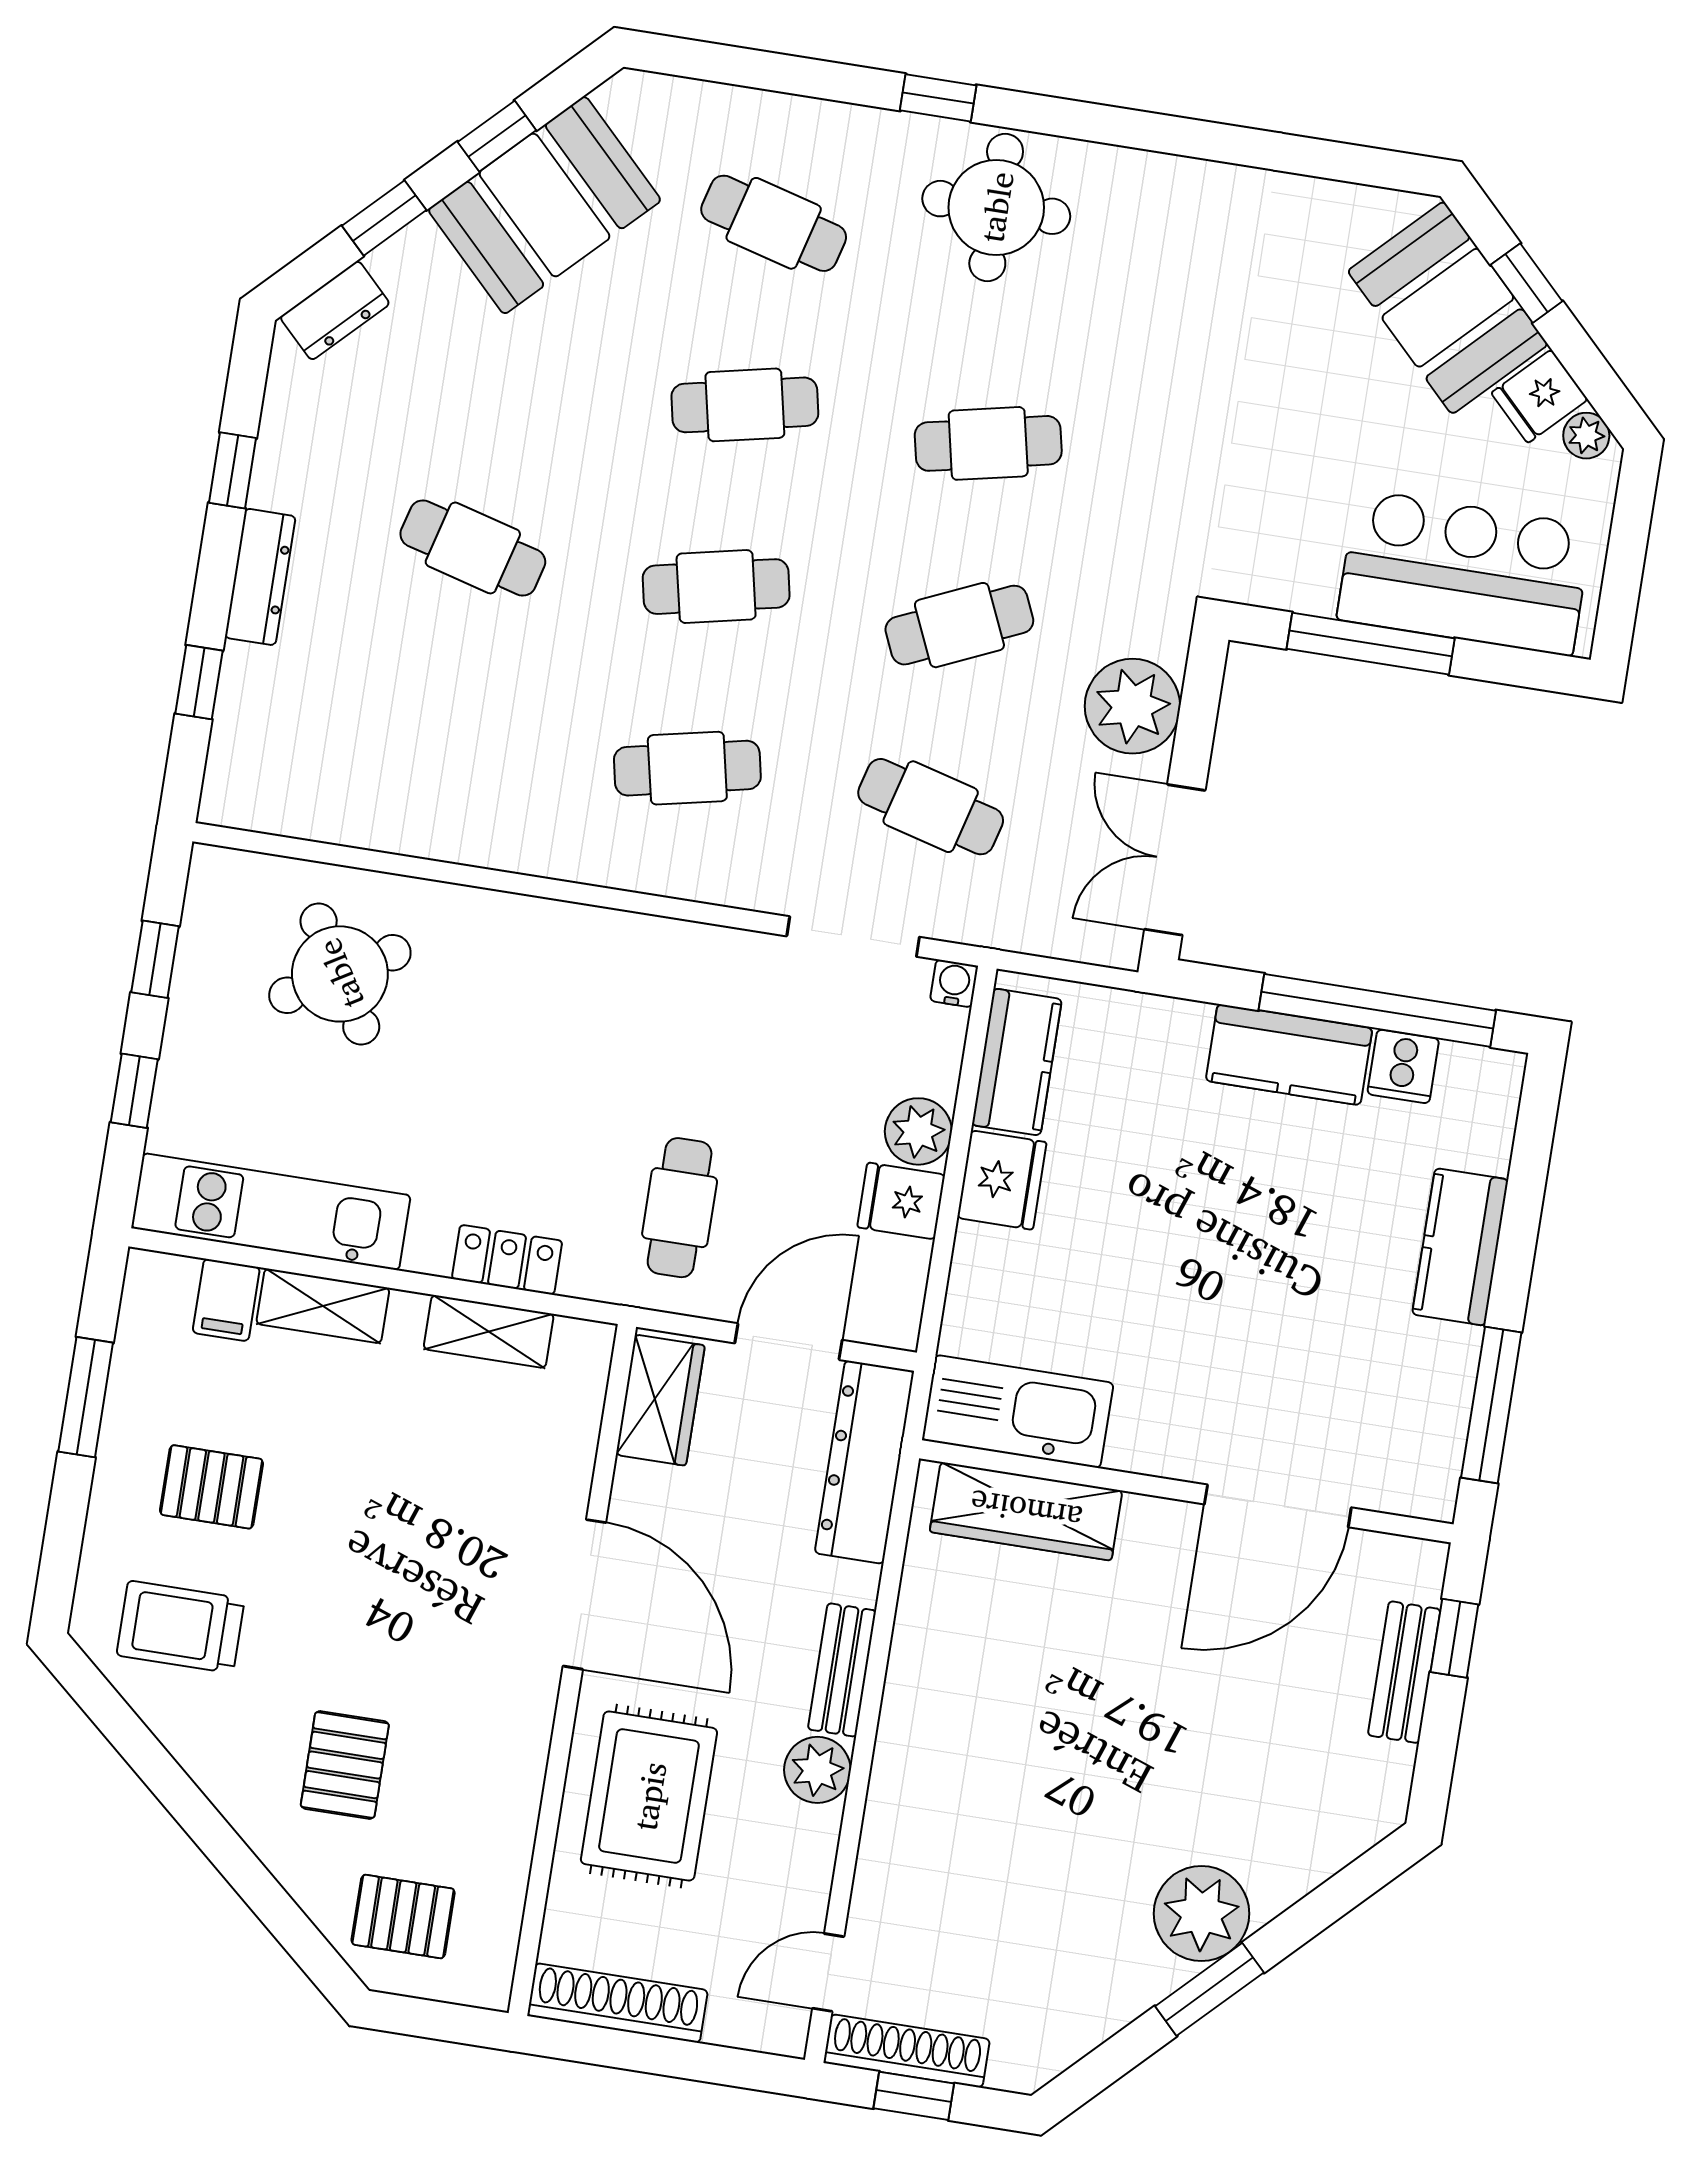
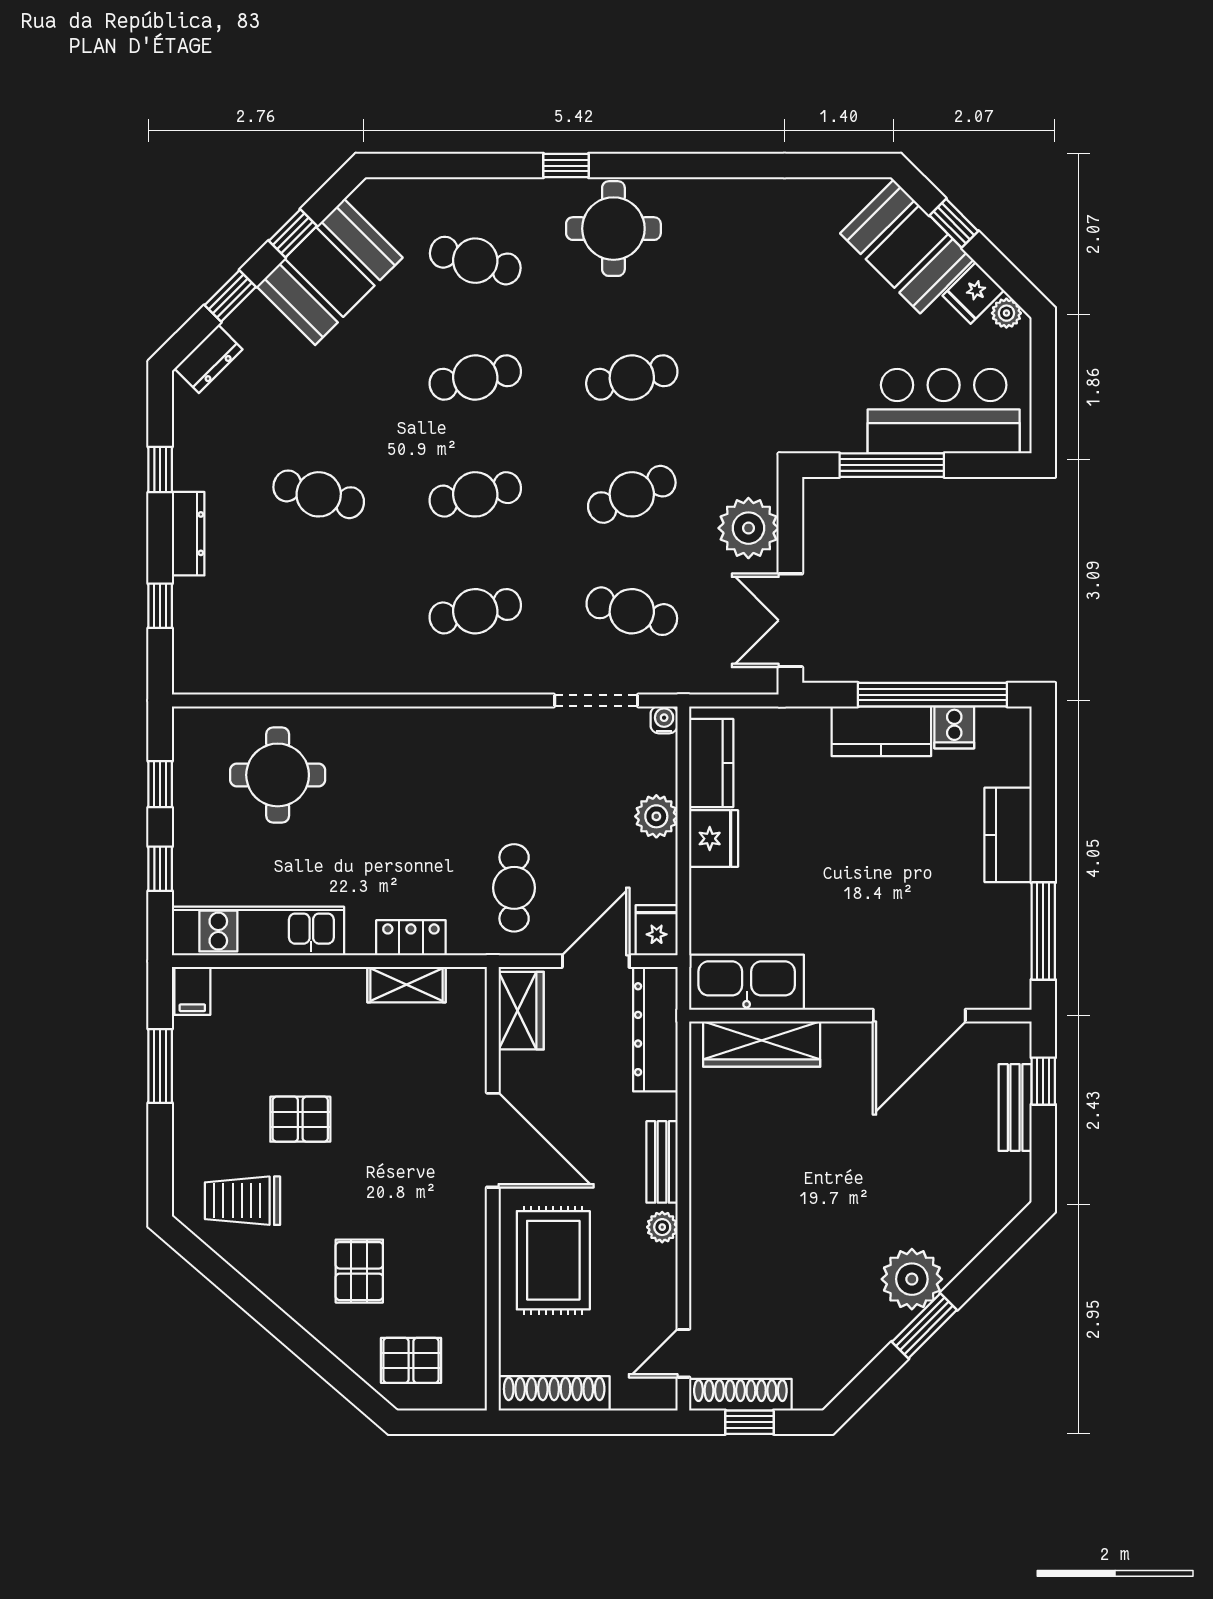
round table: (340, 974) -> (278, 775), turned 31
fridge: (901, 1201) -> (657, 930), moved, turned 90
filing cabinet: (226, 1300) -> (192, 991), moved
shelving: (323, 1306) -> (300, 985), removed
pallet: (211, 1487) -> (300, 1119), moved
plant: (817, 1770) -> (662, 1227), width x0.73, depth x0.73

